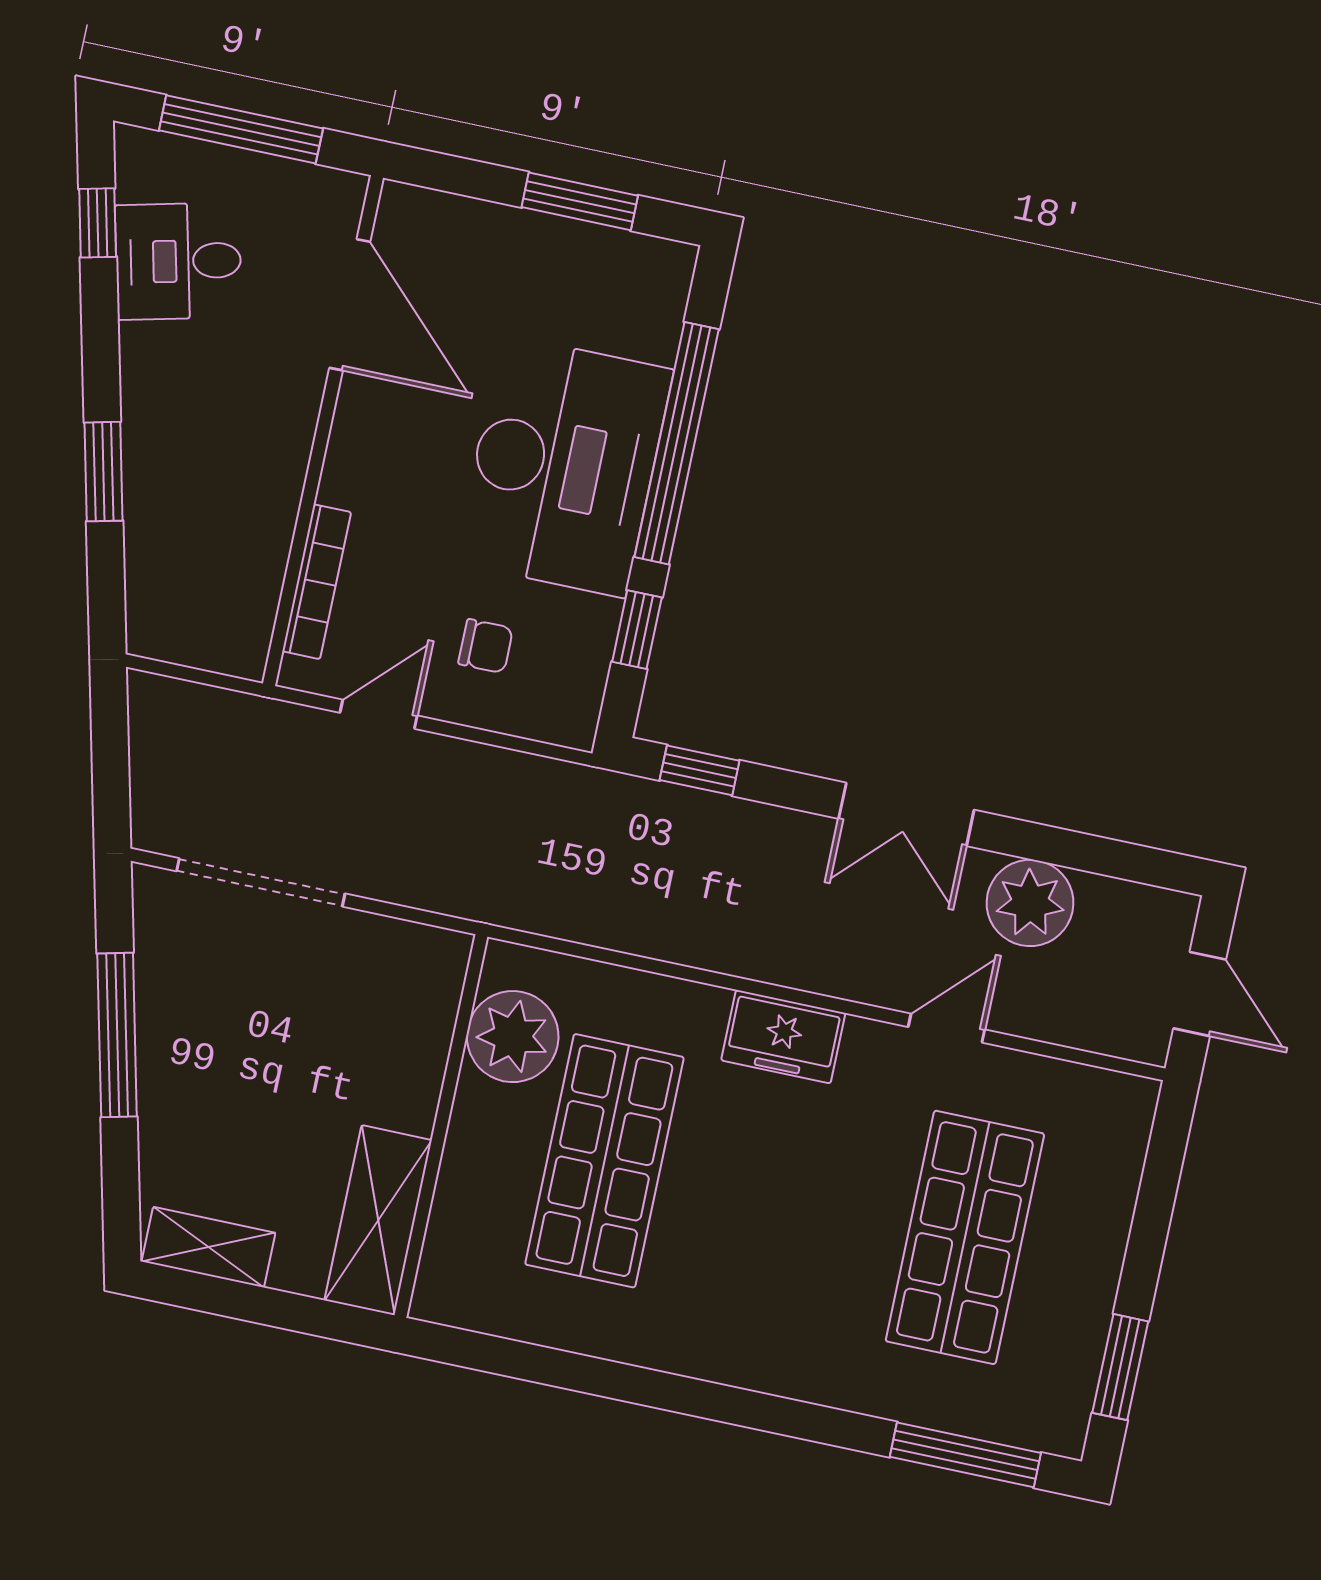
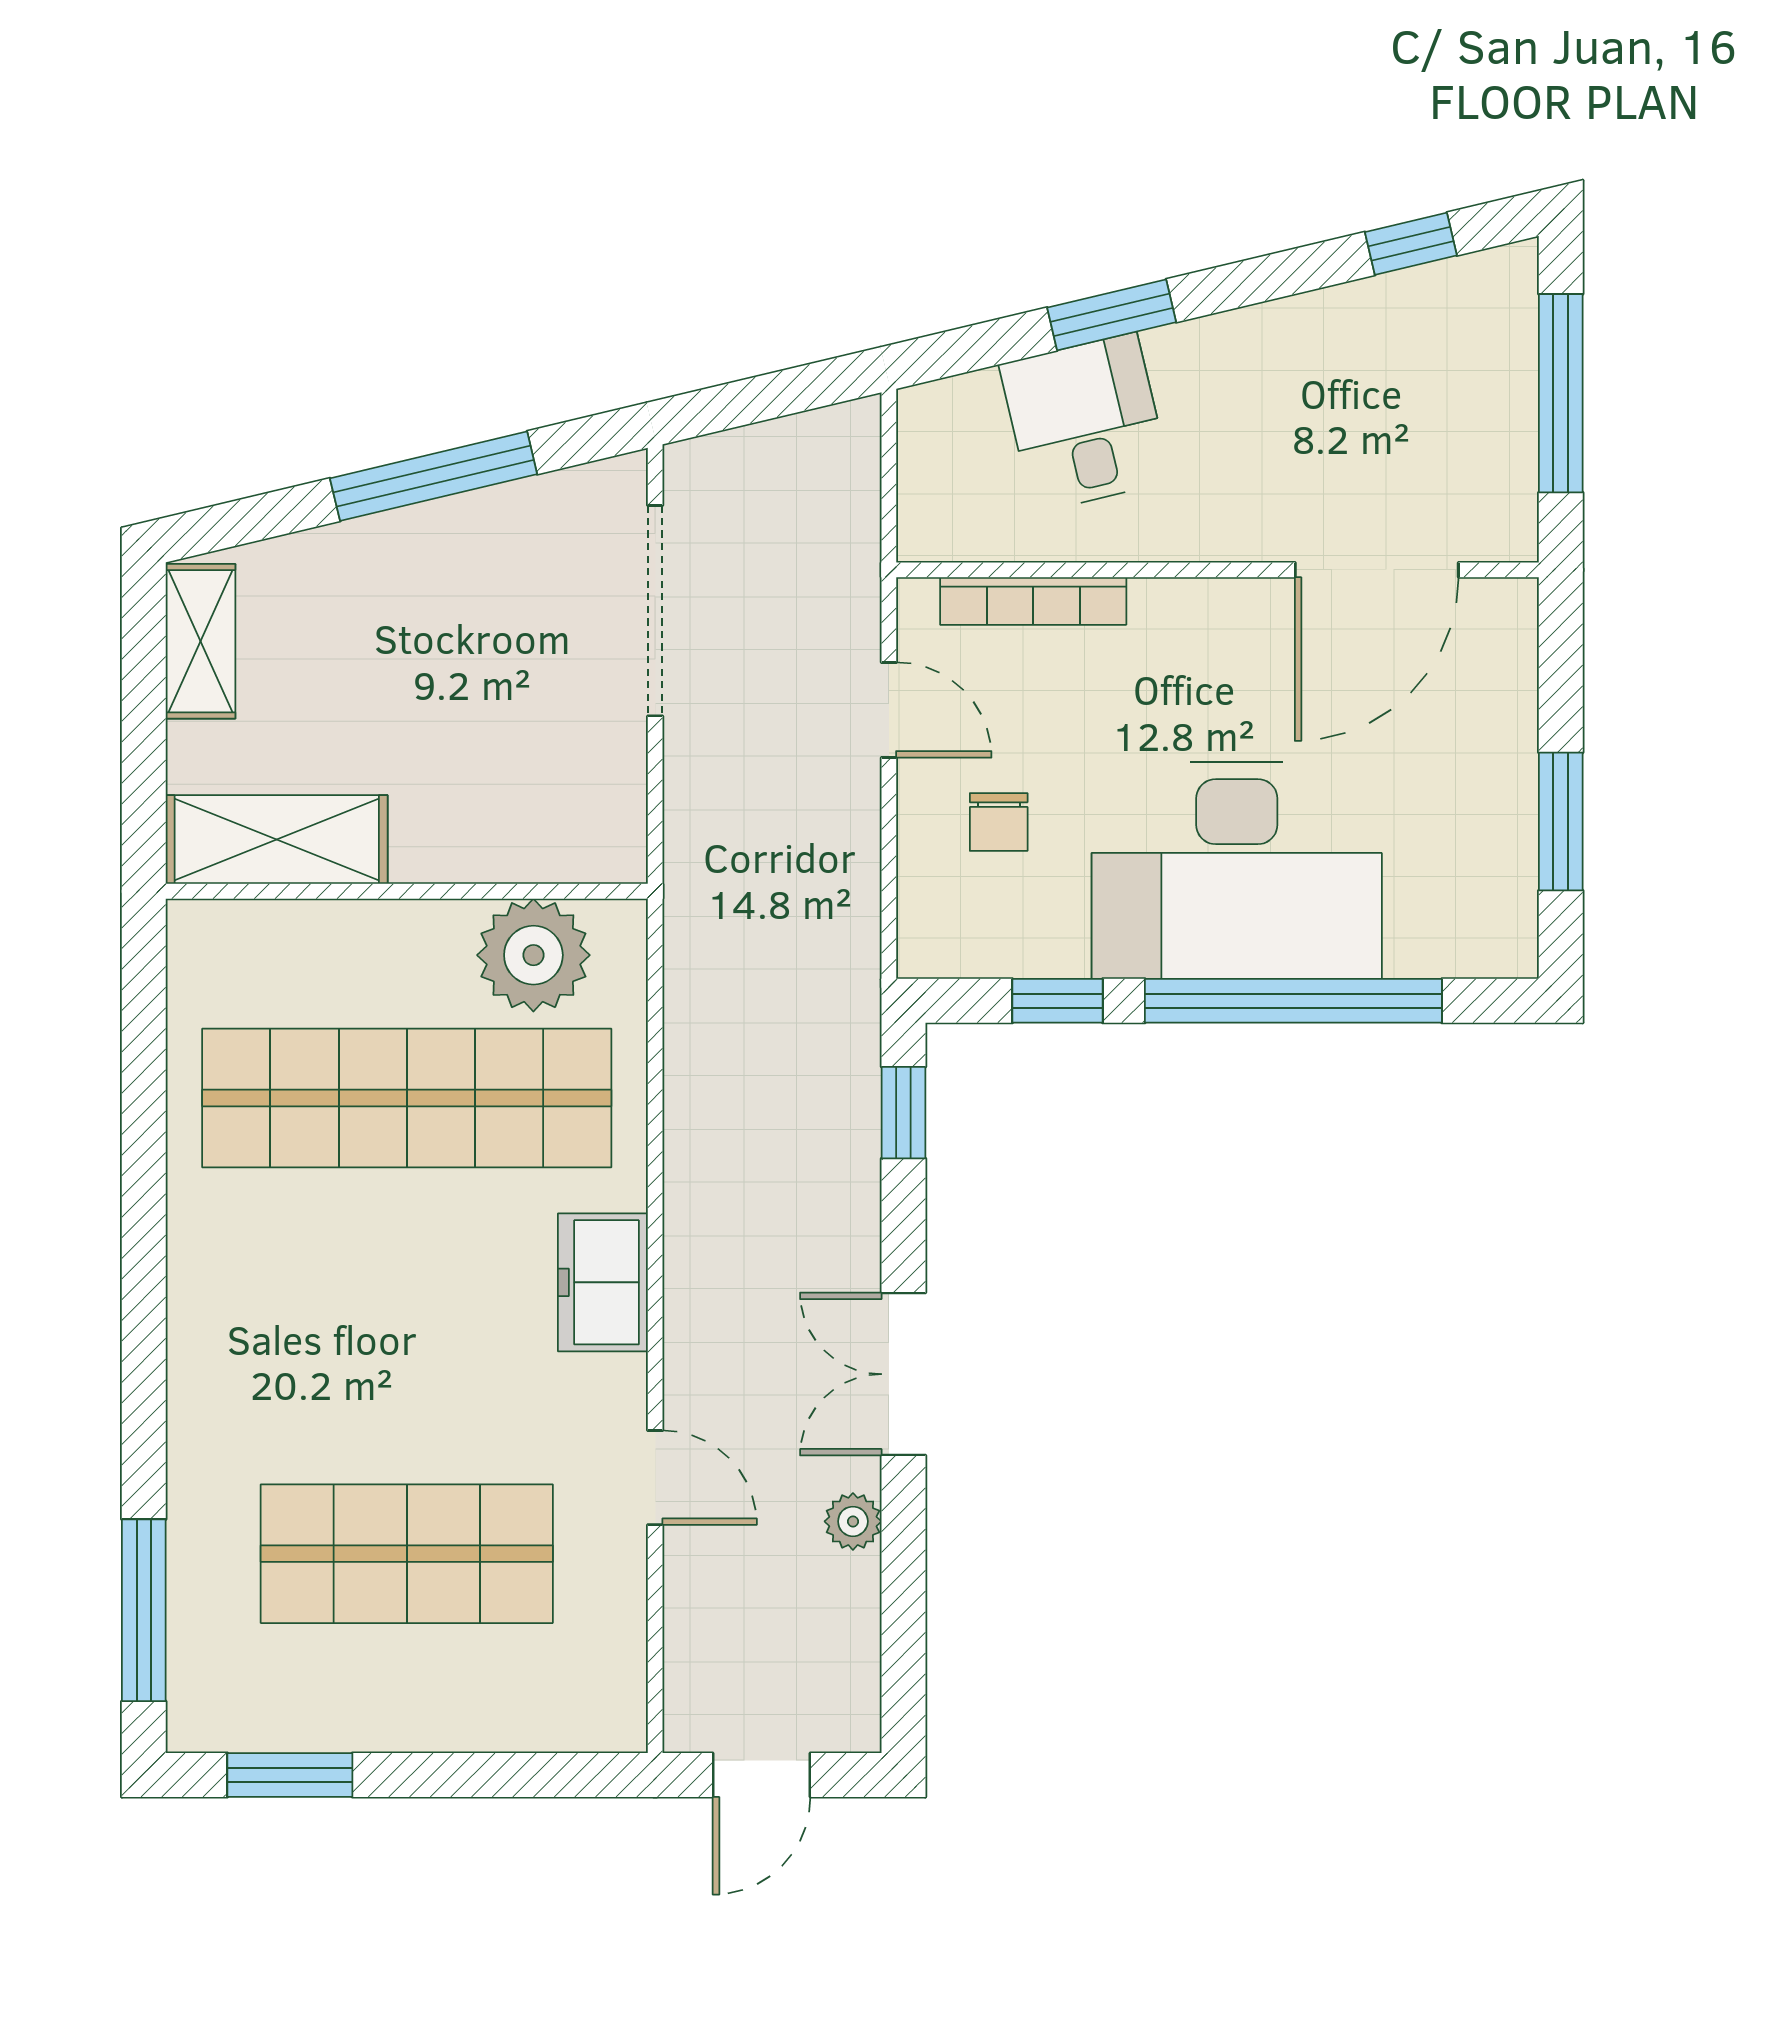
desk: (178, 261) -> (1085, 423), moved
plant: (1030, 903) -> (853, 1521), width x0.53, depth x0.53
shop shelf: (604, 1161) -> (407, 1098), width x1.40

